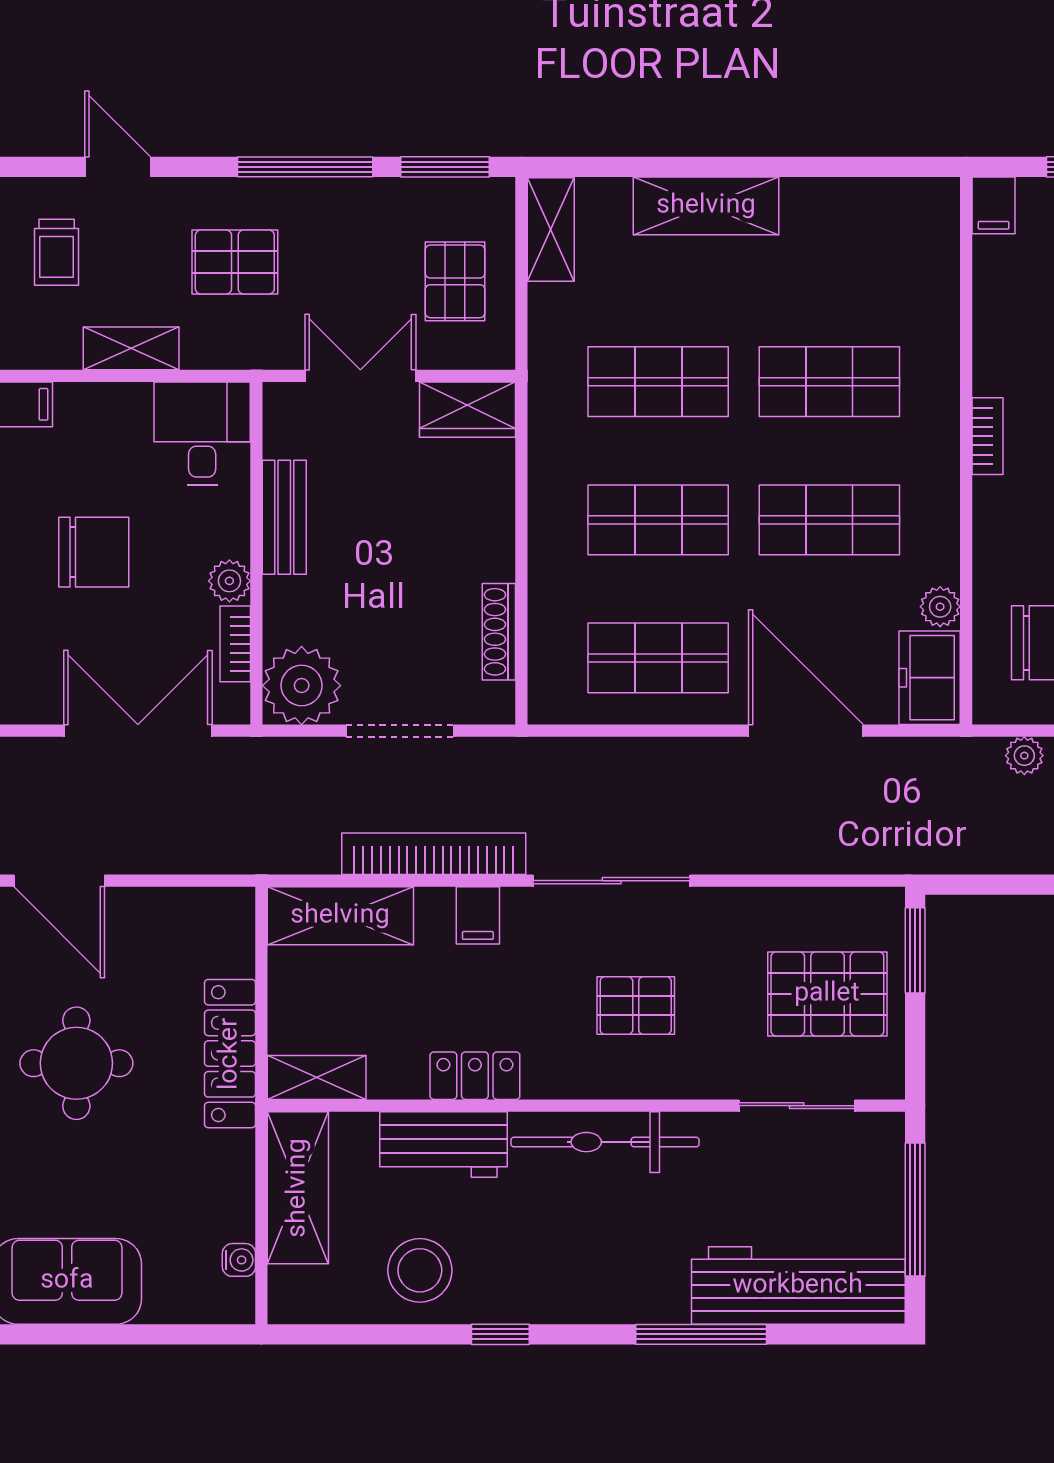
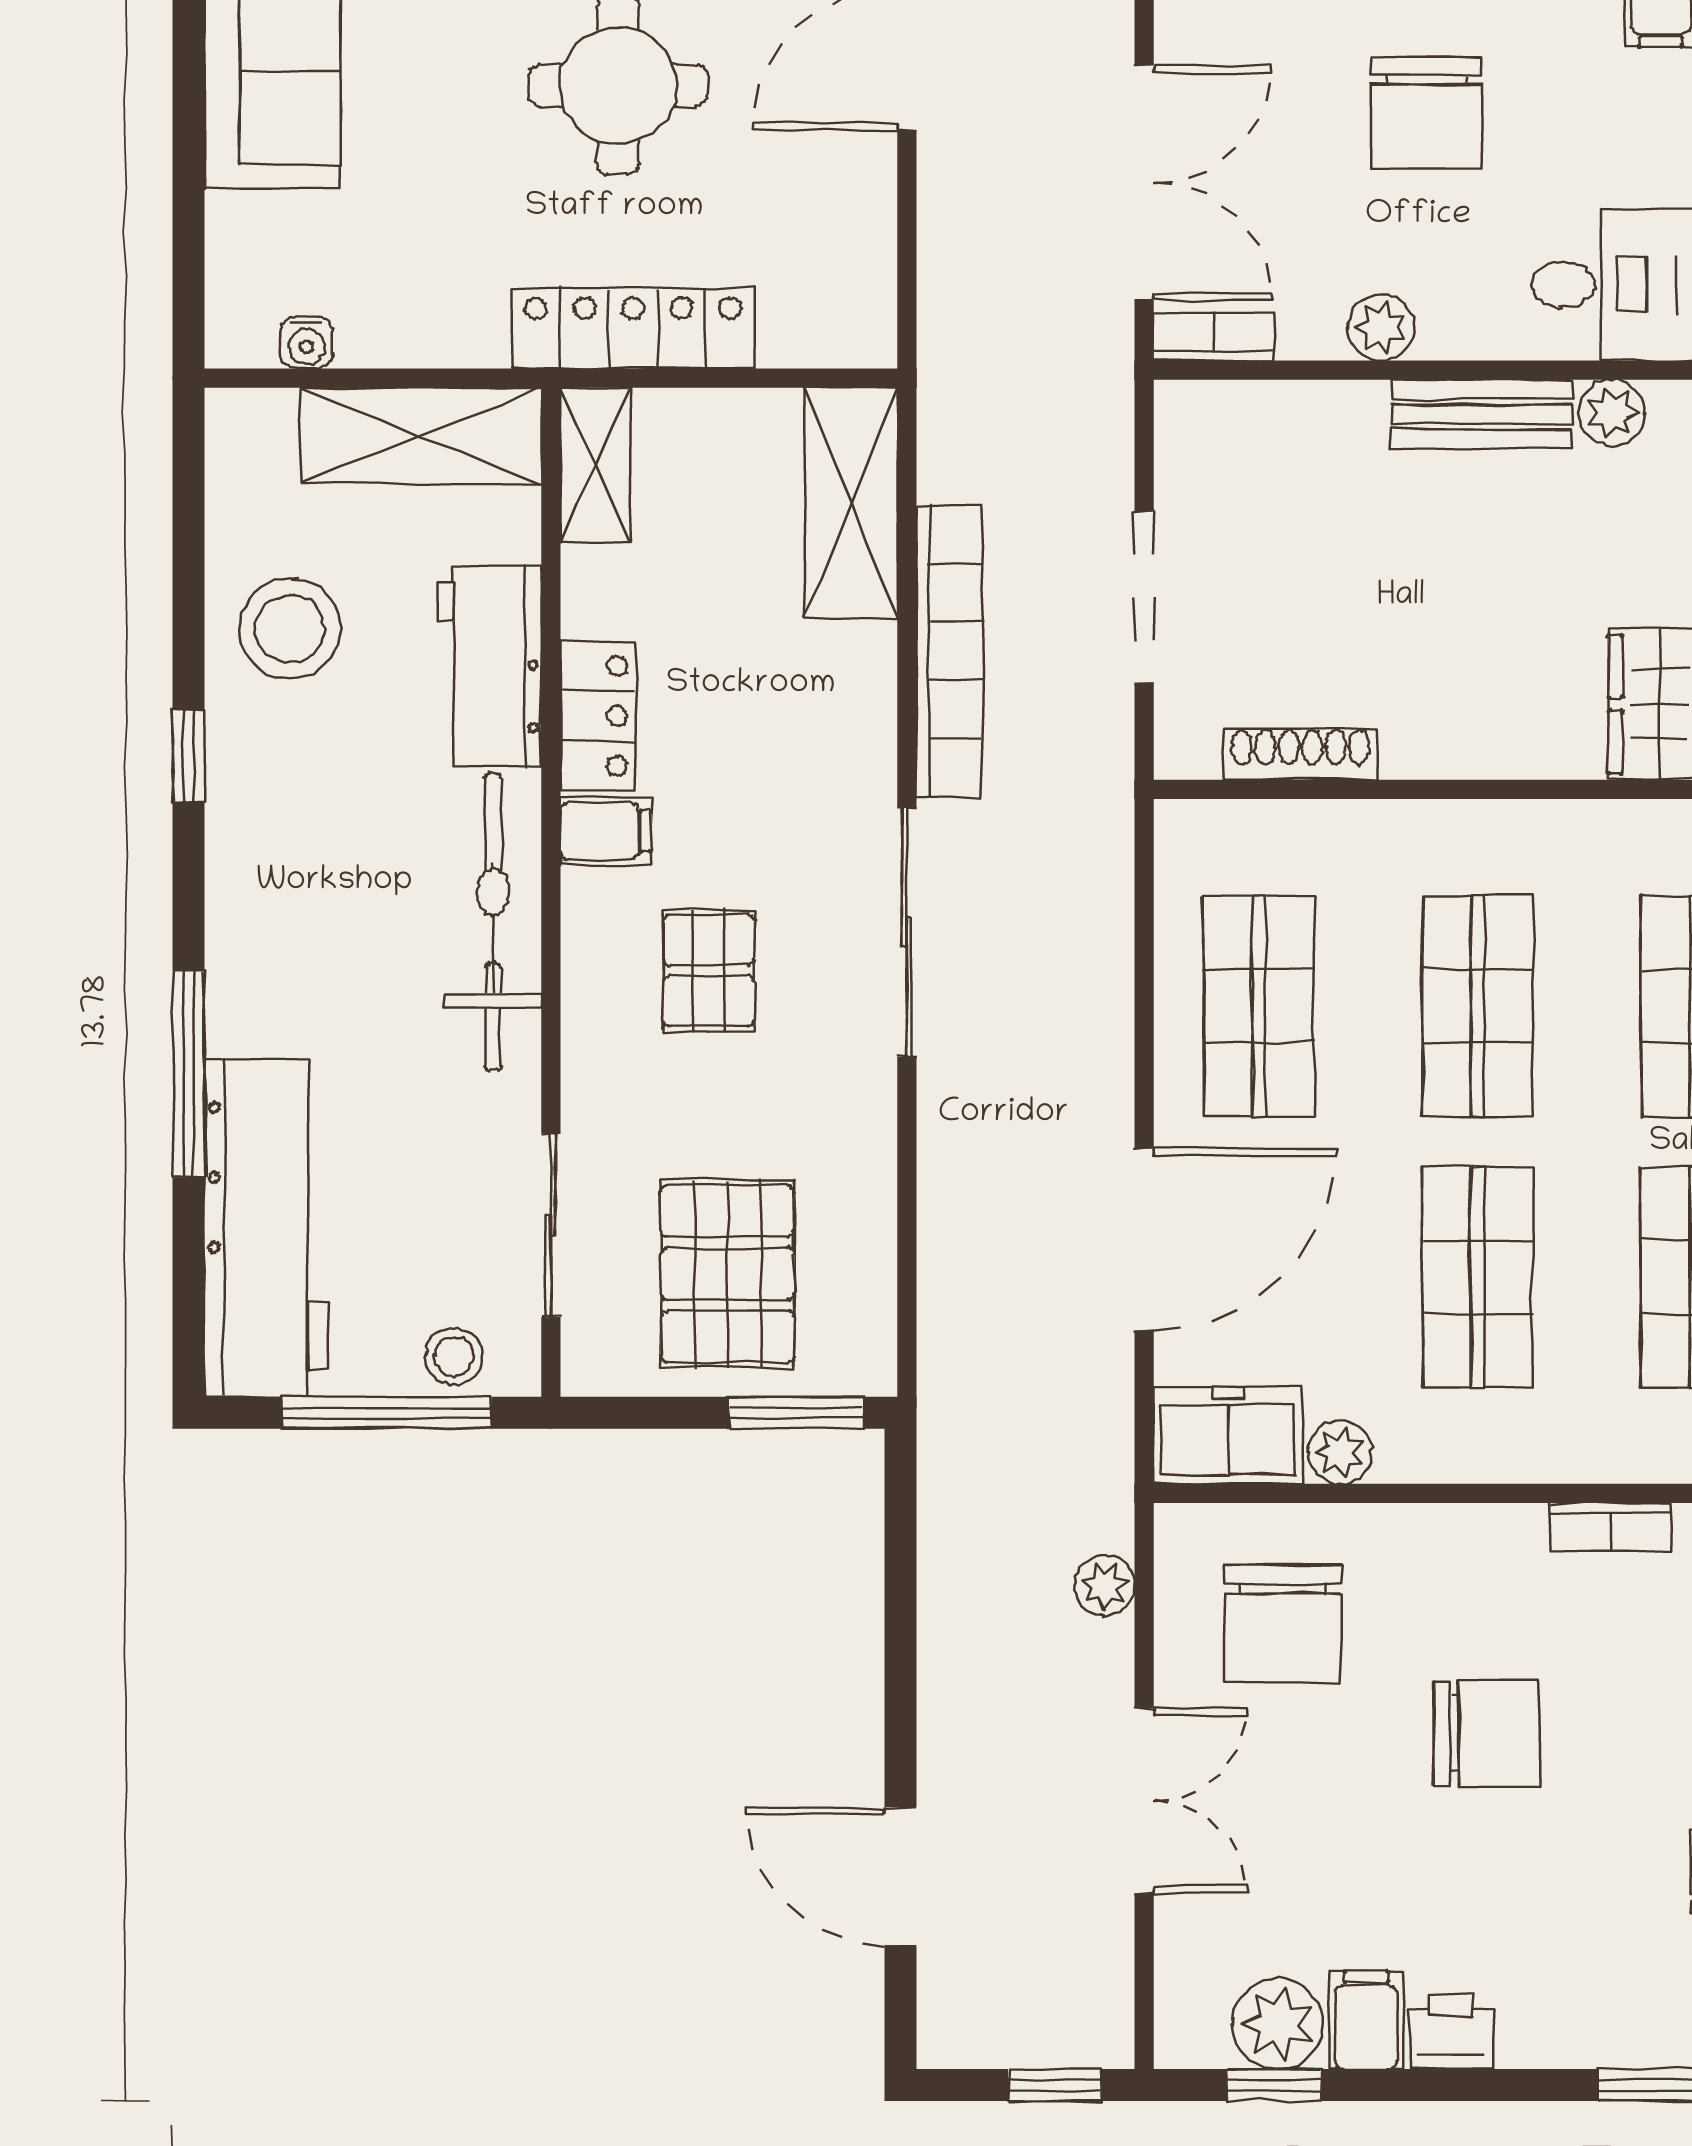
bookcase: (235, 644) -> (1214, 337), moved
plant: (302, 686) -> (1612, 413), moved, width x0.53, depth x0.53
filing cabinet: (478, 915) -> (606, 831), moved, turned 180
stool: (880, 1167) -> (454, 1356), added

